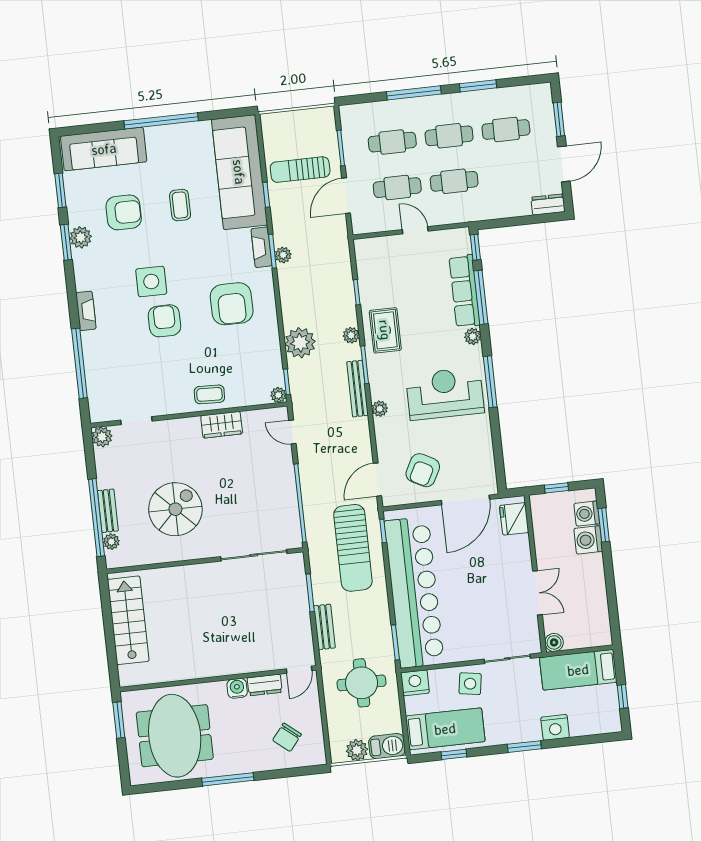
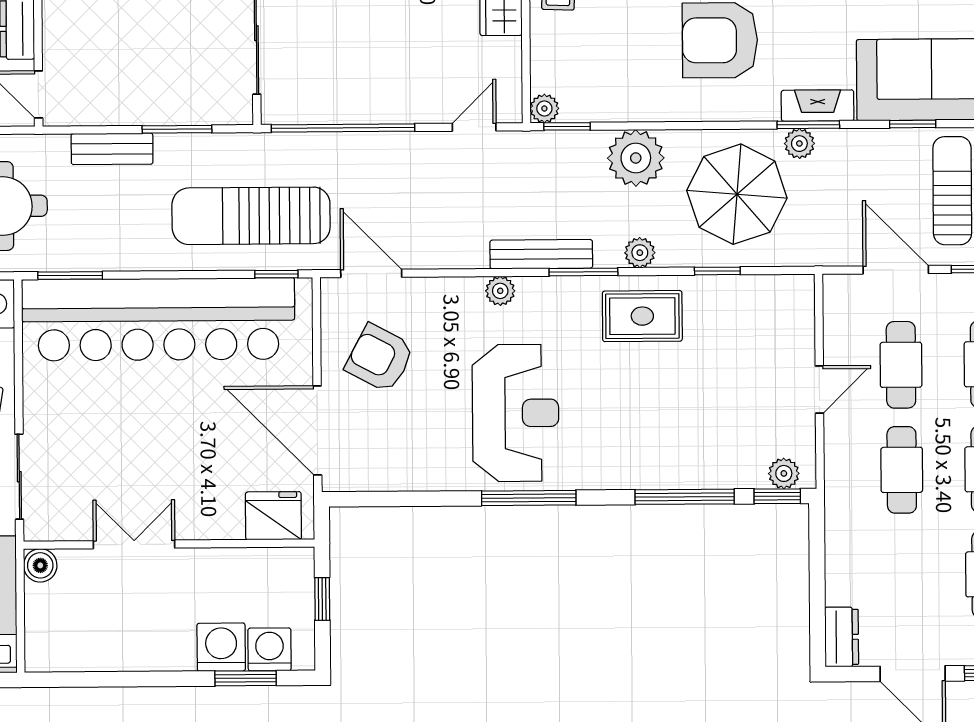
parasol: (314, 286) -> (737, 194), added
row of seats: (464, 291) -> (699, 468), removed
plant: (473, 336) -> (784, 473), moved
double door: (537, 593) -> (134, 544), swing flipped

